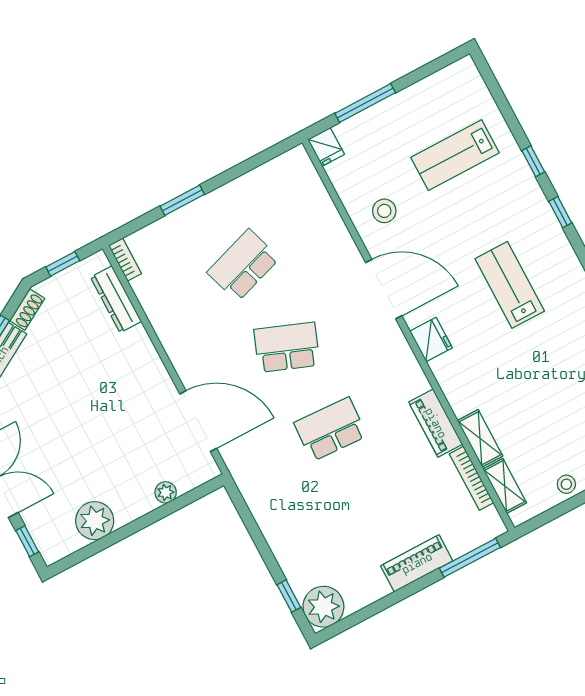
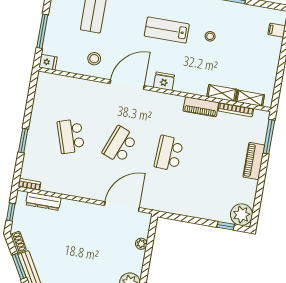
stool: (566, 484) -> (210, 36), moved

